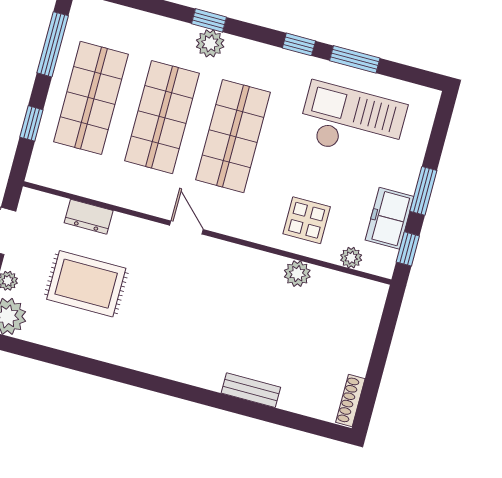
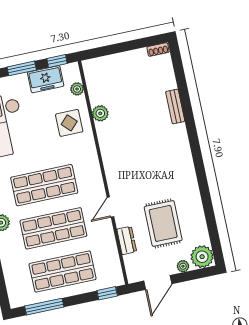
window: (31, 123) -> (107, 293), moved
door: (186, 227) -> (110, 207), moved
shoe rack: (350, 400) -> (158, 50), width x0.70

